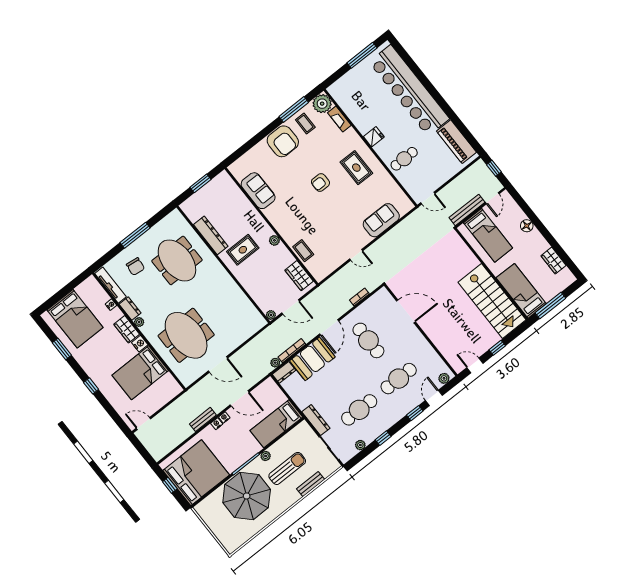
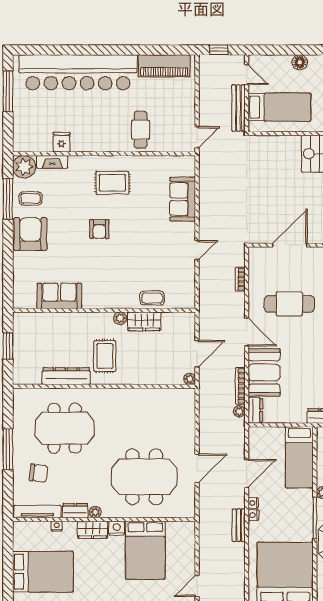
fridge: (374, 137) -> (62, 142), moved
armchair: (283, 141) -> (30, 234), turned -90
wardrobe: (299, 276) -> (144, 321), moved

